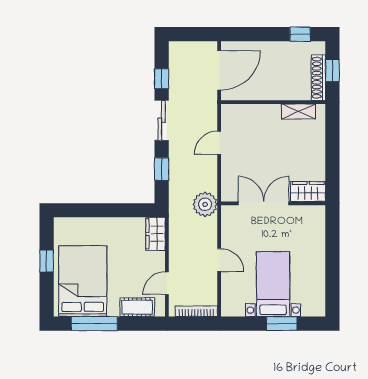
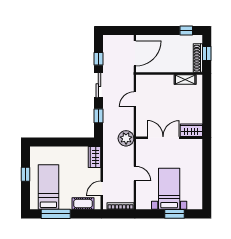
bed: (83, 281) -> (48, 187), width x0.67

